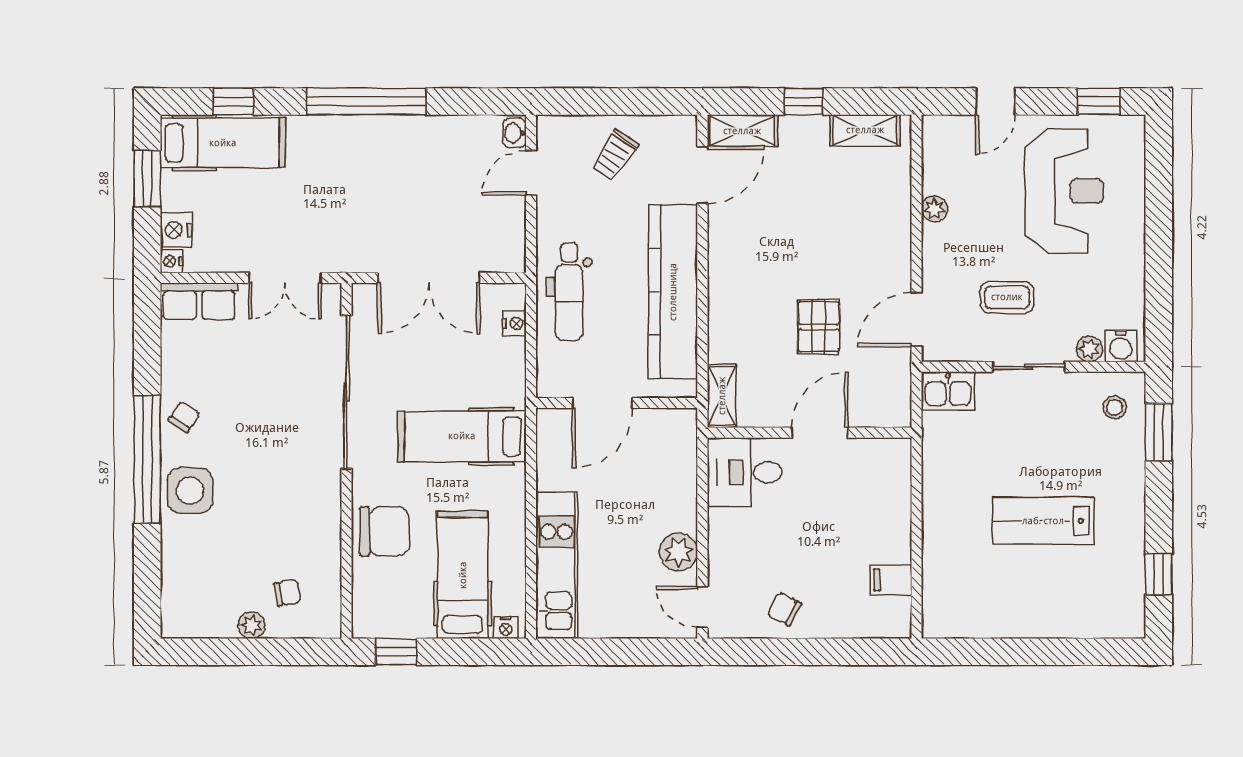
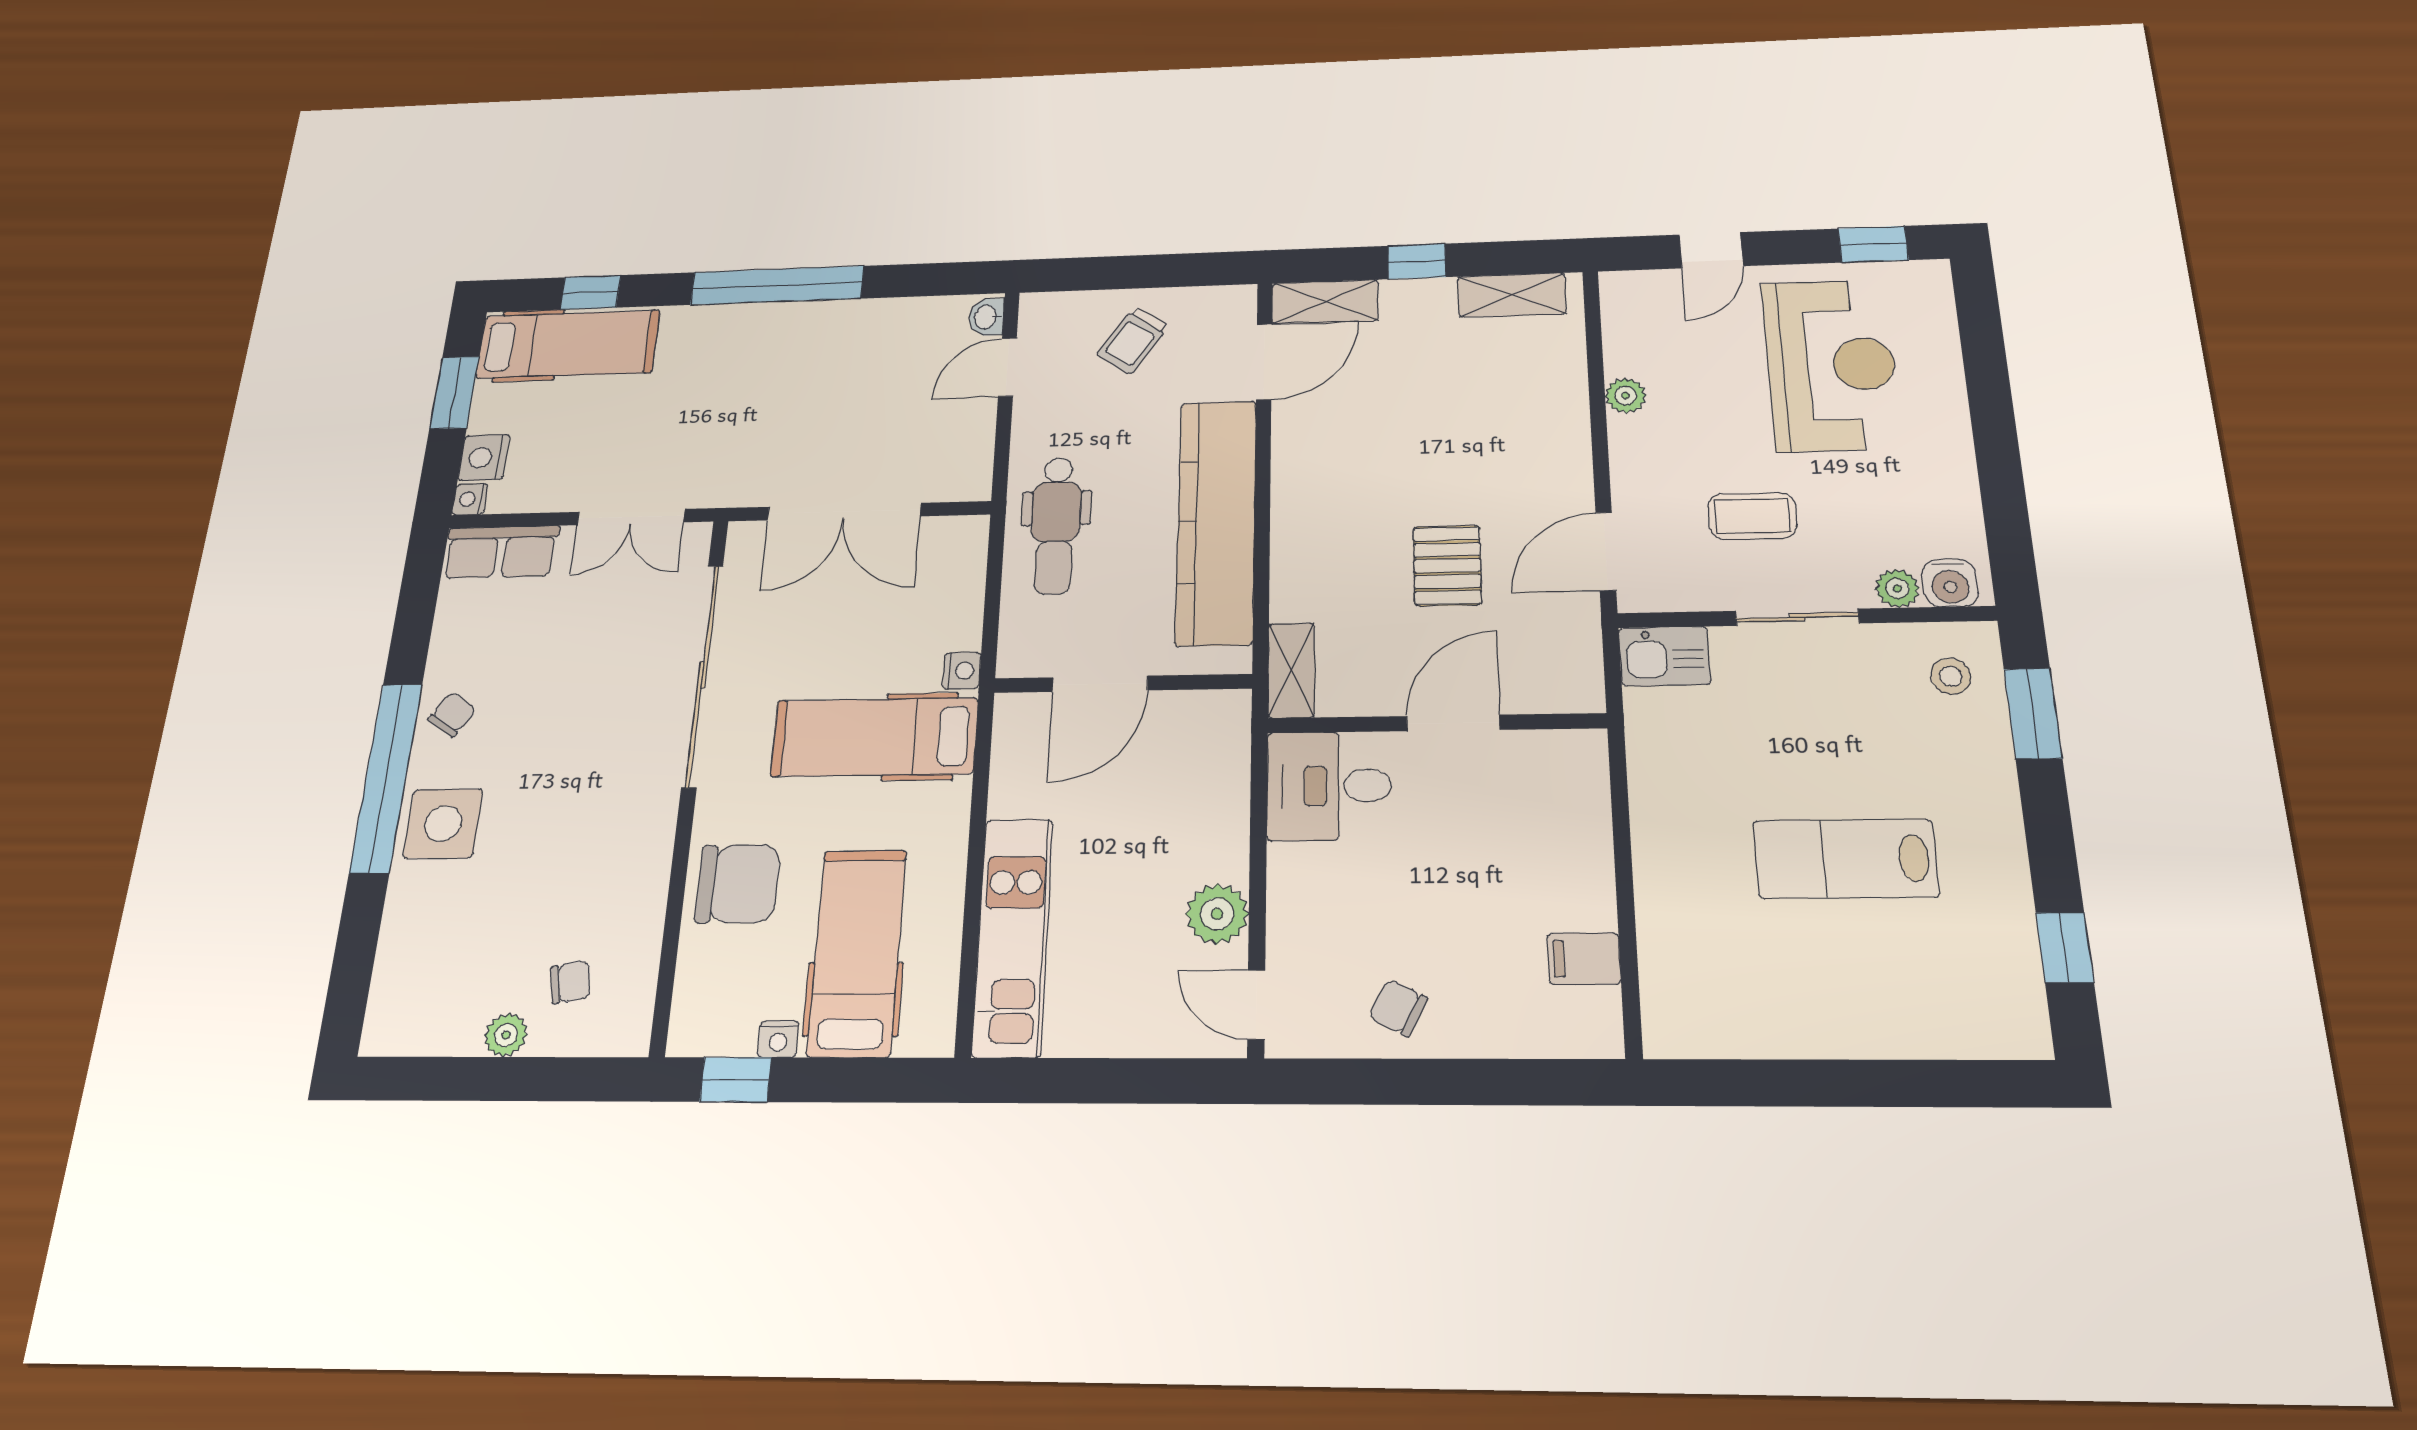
nightstand: (514, 323) -> (962, 671), moved
nightstand: (506, 628) -> (778, 1039), moved

